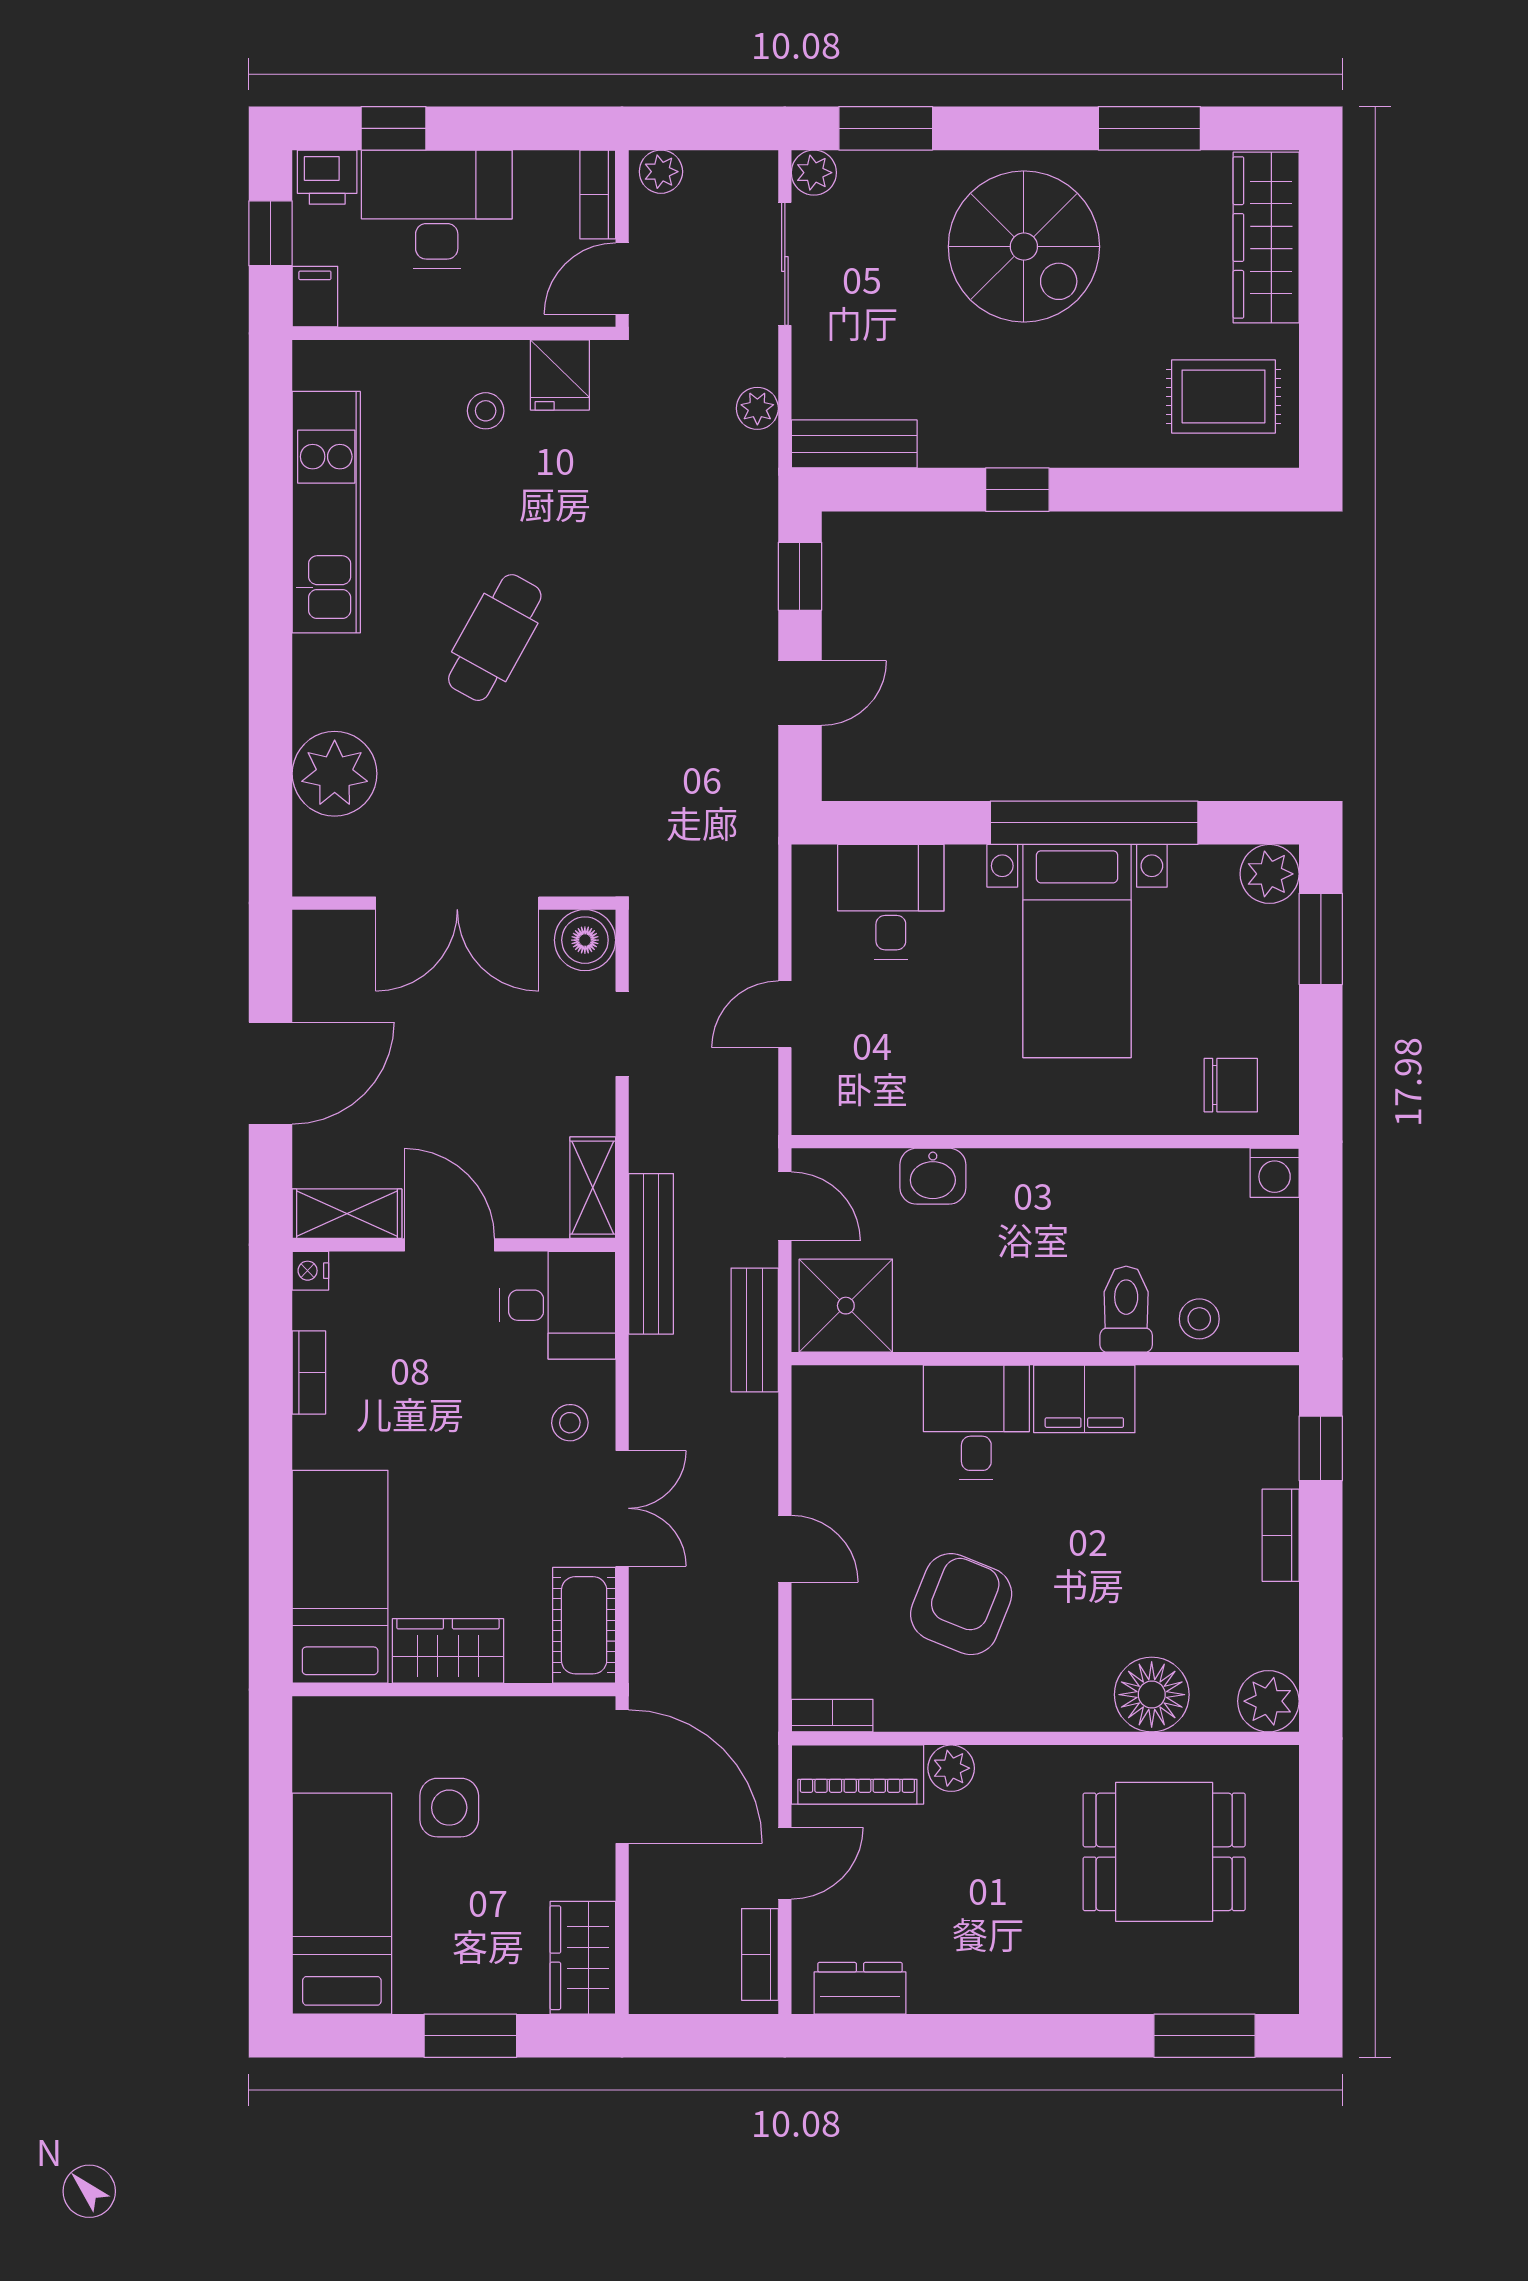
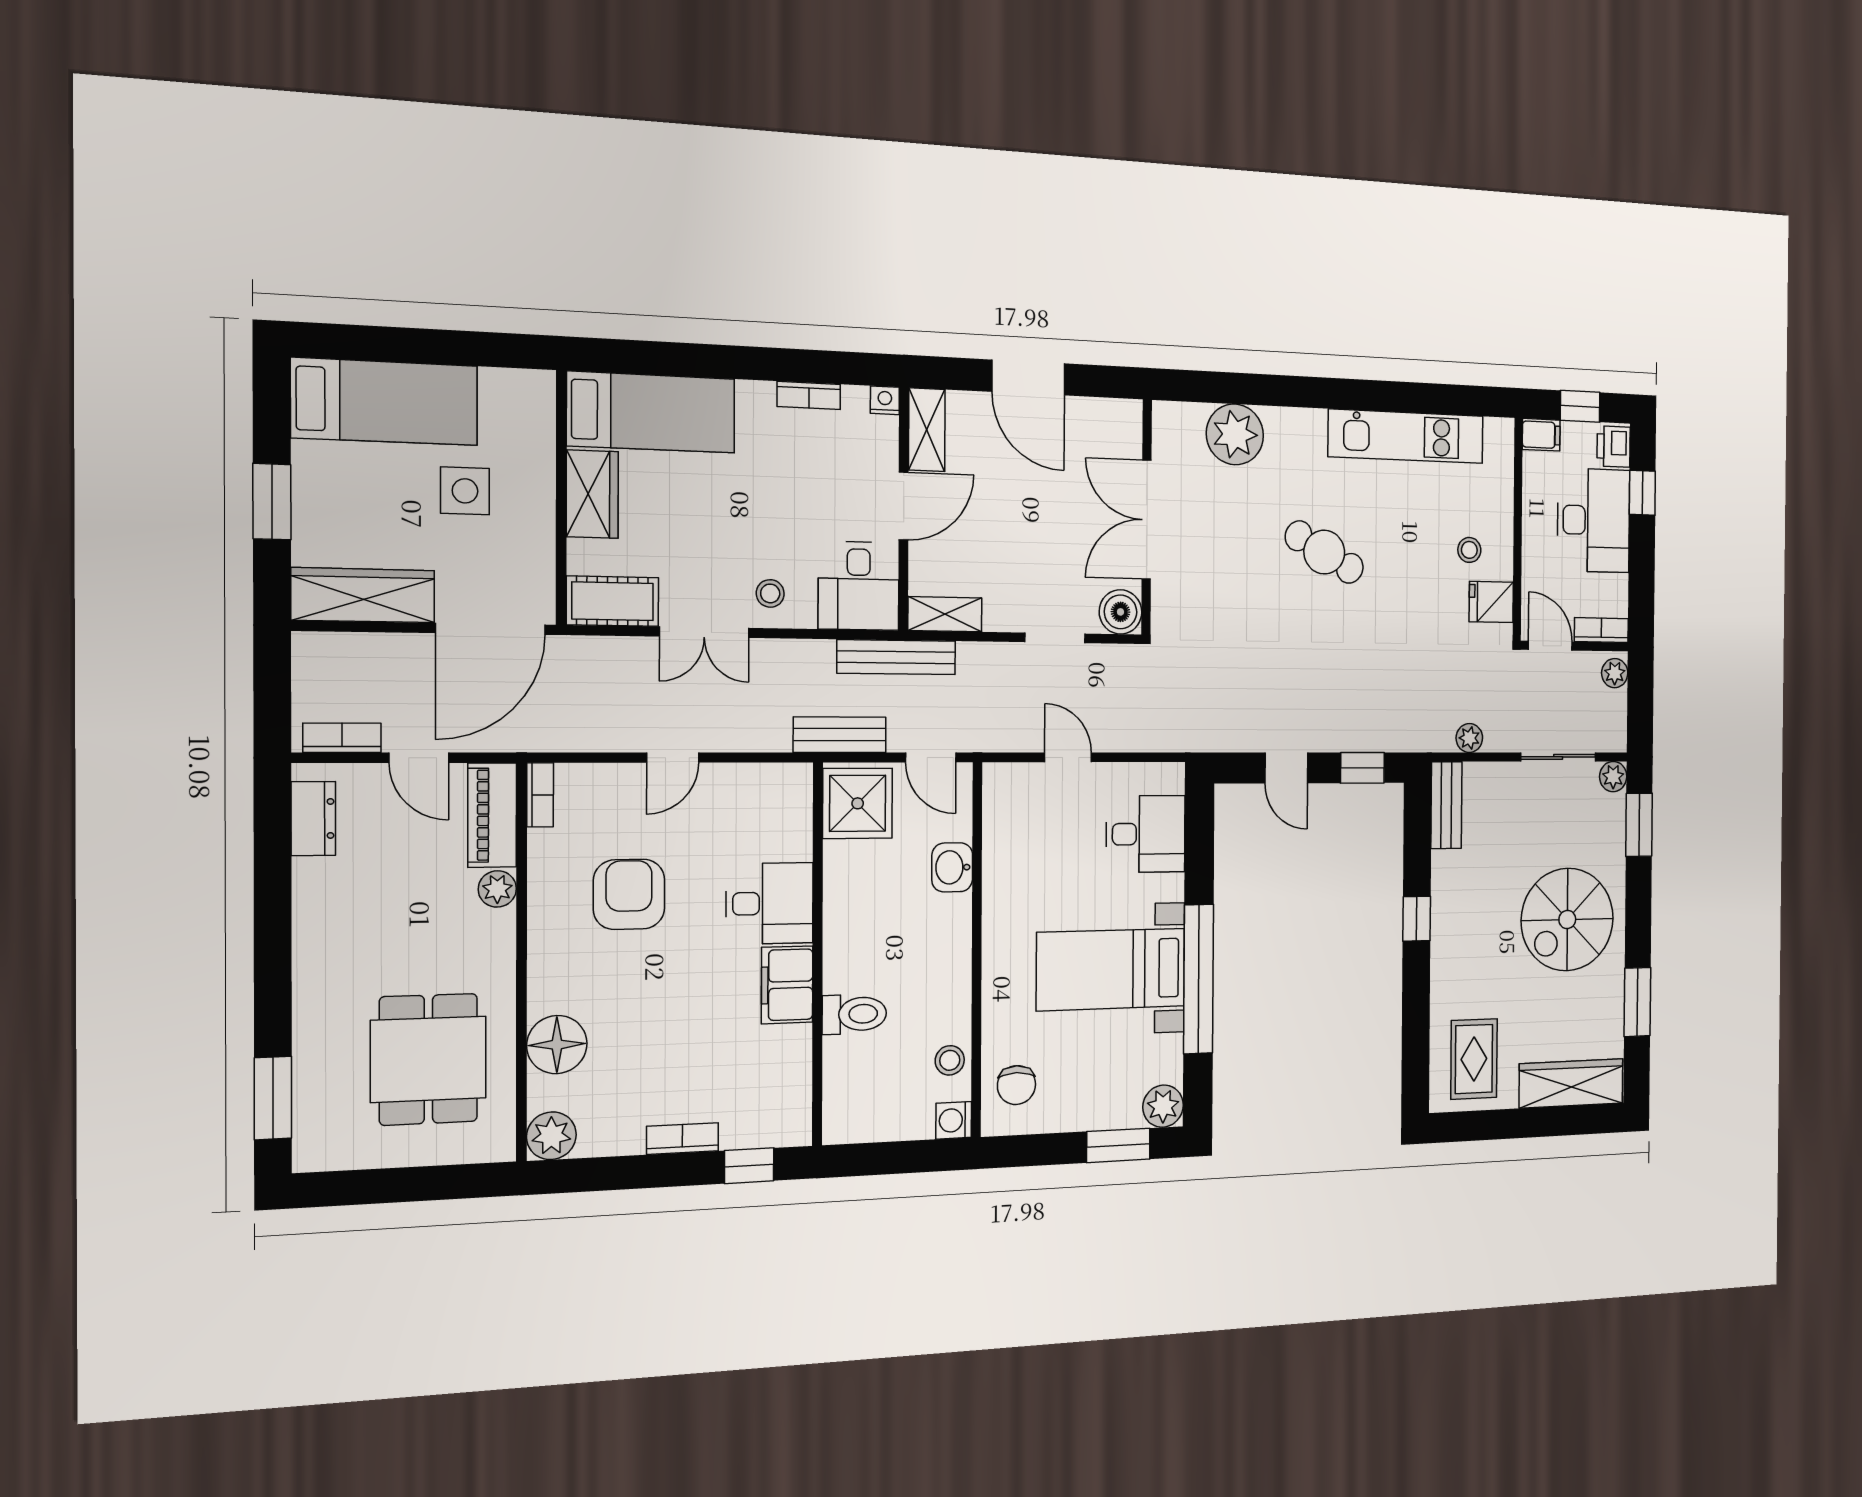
door: (785, 1206) -> (931, 757), hinge flipped
stool: (1199, 1319) -> (950, 1060), moved
armchair: (961, 1604) -> (629, 894), turned -112
wardrobe: (583, 1958) -> (363, 595), width x1.50

